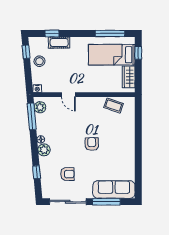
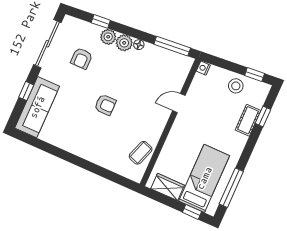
plant: (40, 107) -> (108, 37), moved
window: (106, 202) -> (26, 91), width x0.46

